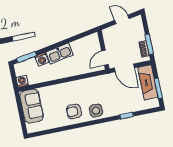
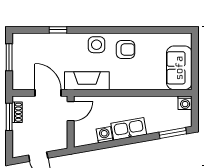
washing machine: (42, 59) -> (104, 135), moved
fireplace: (148, 82) -> (87, 81), moved, turned -90

